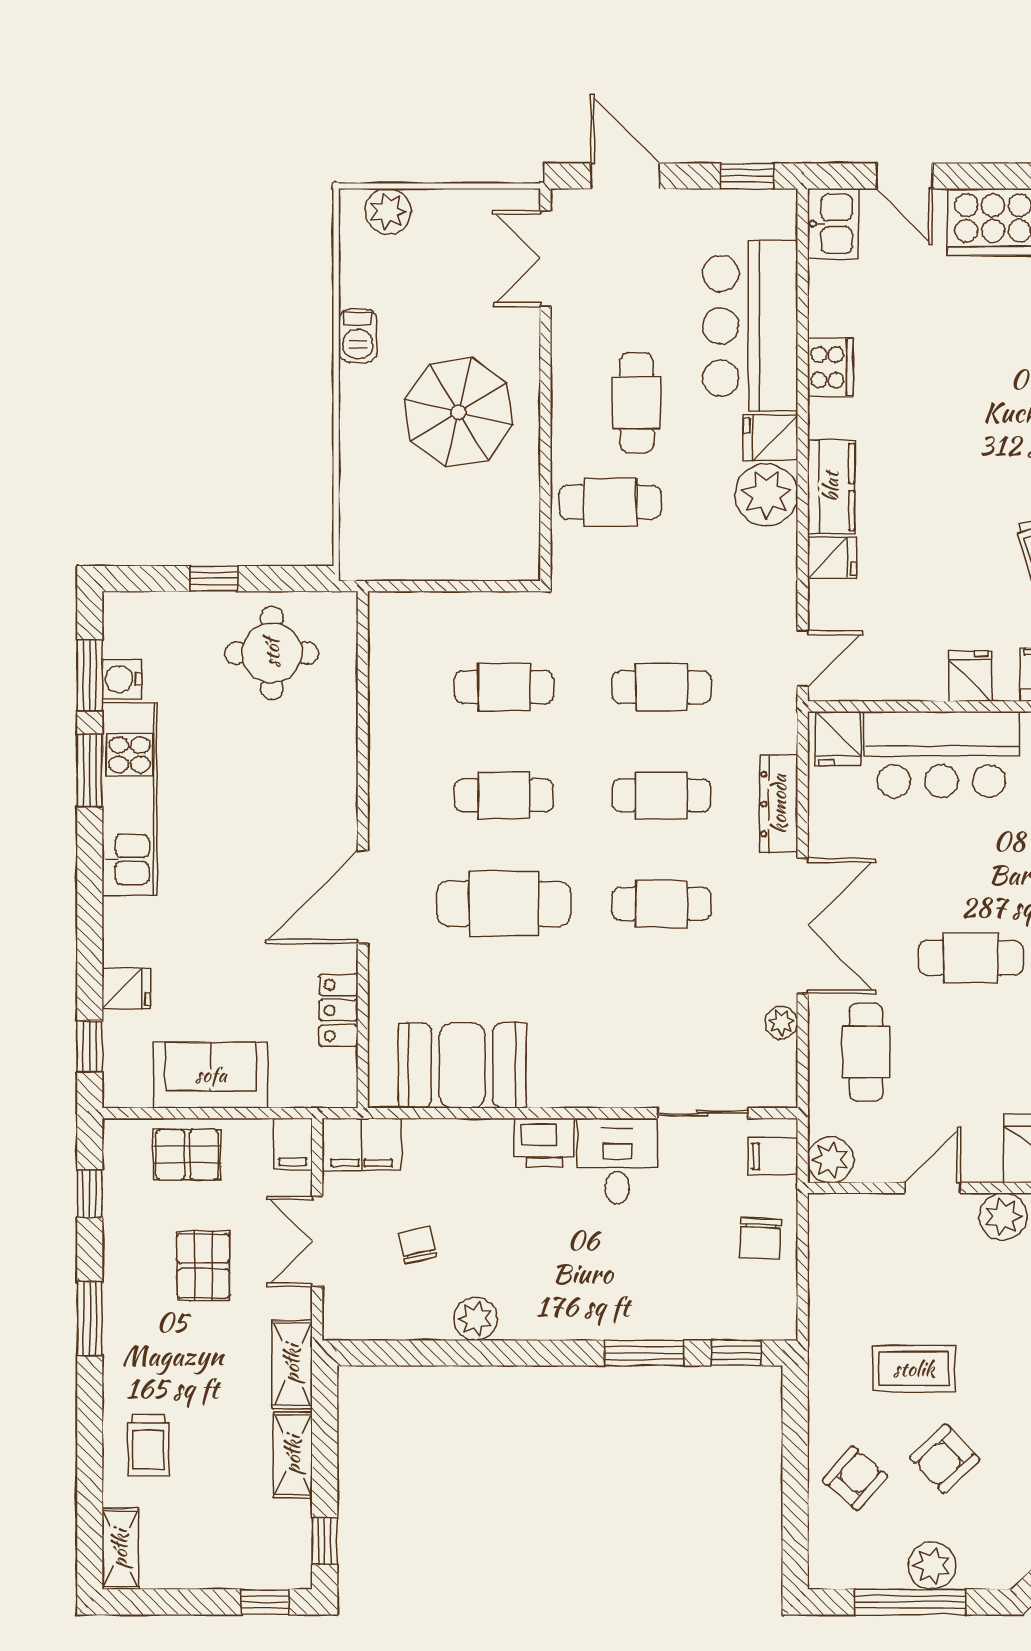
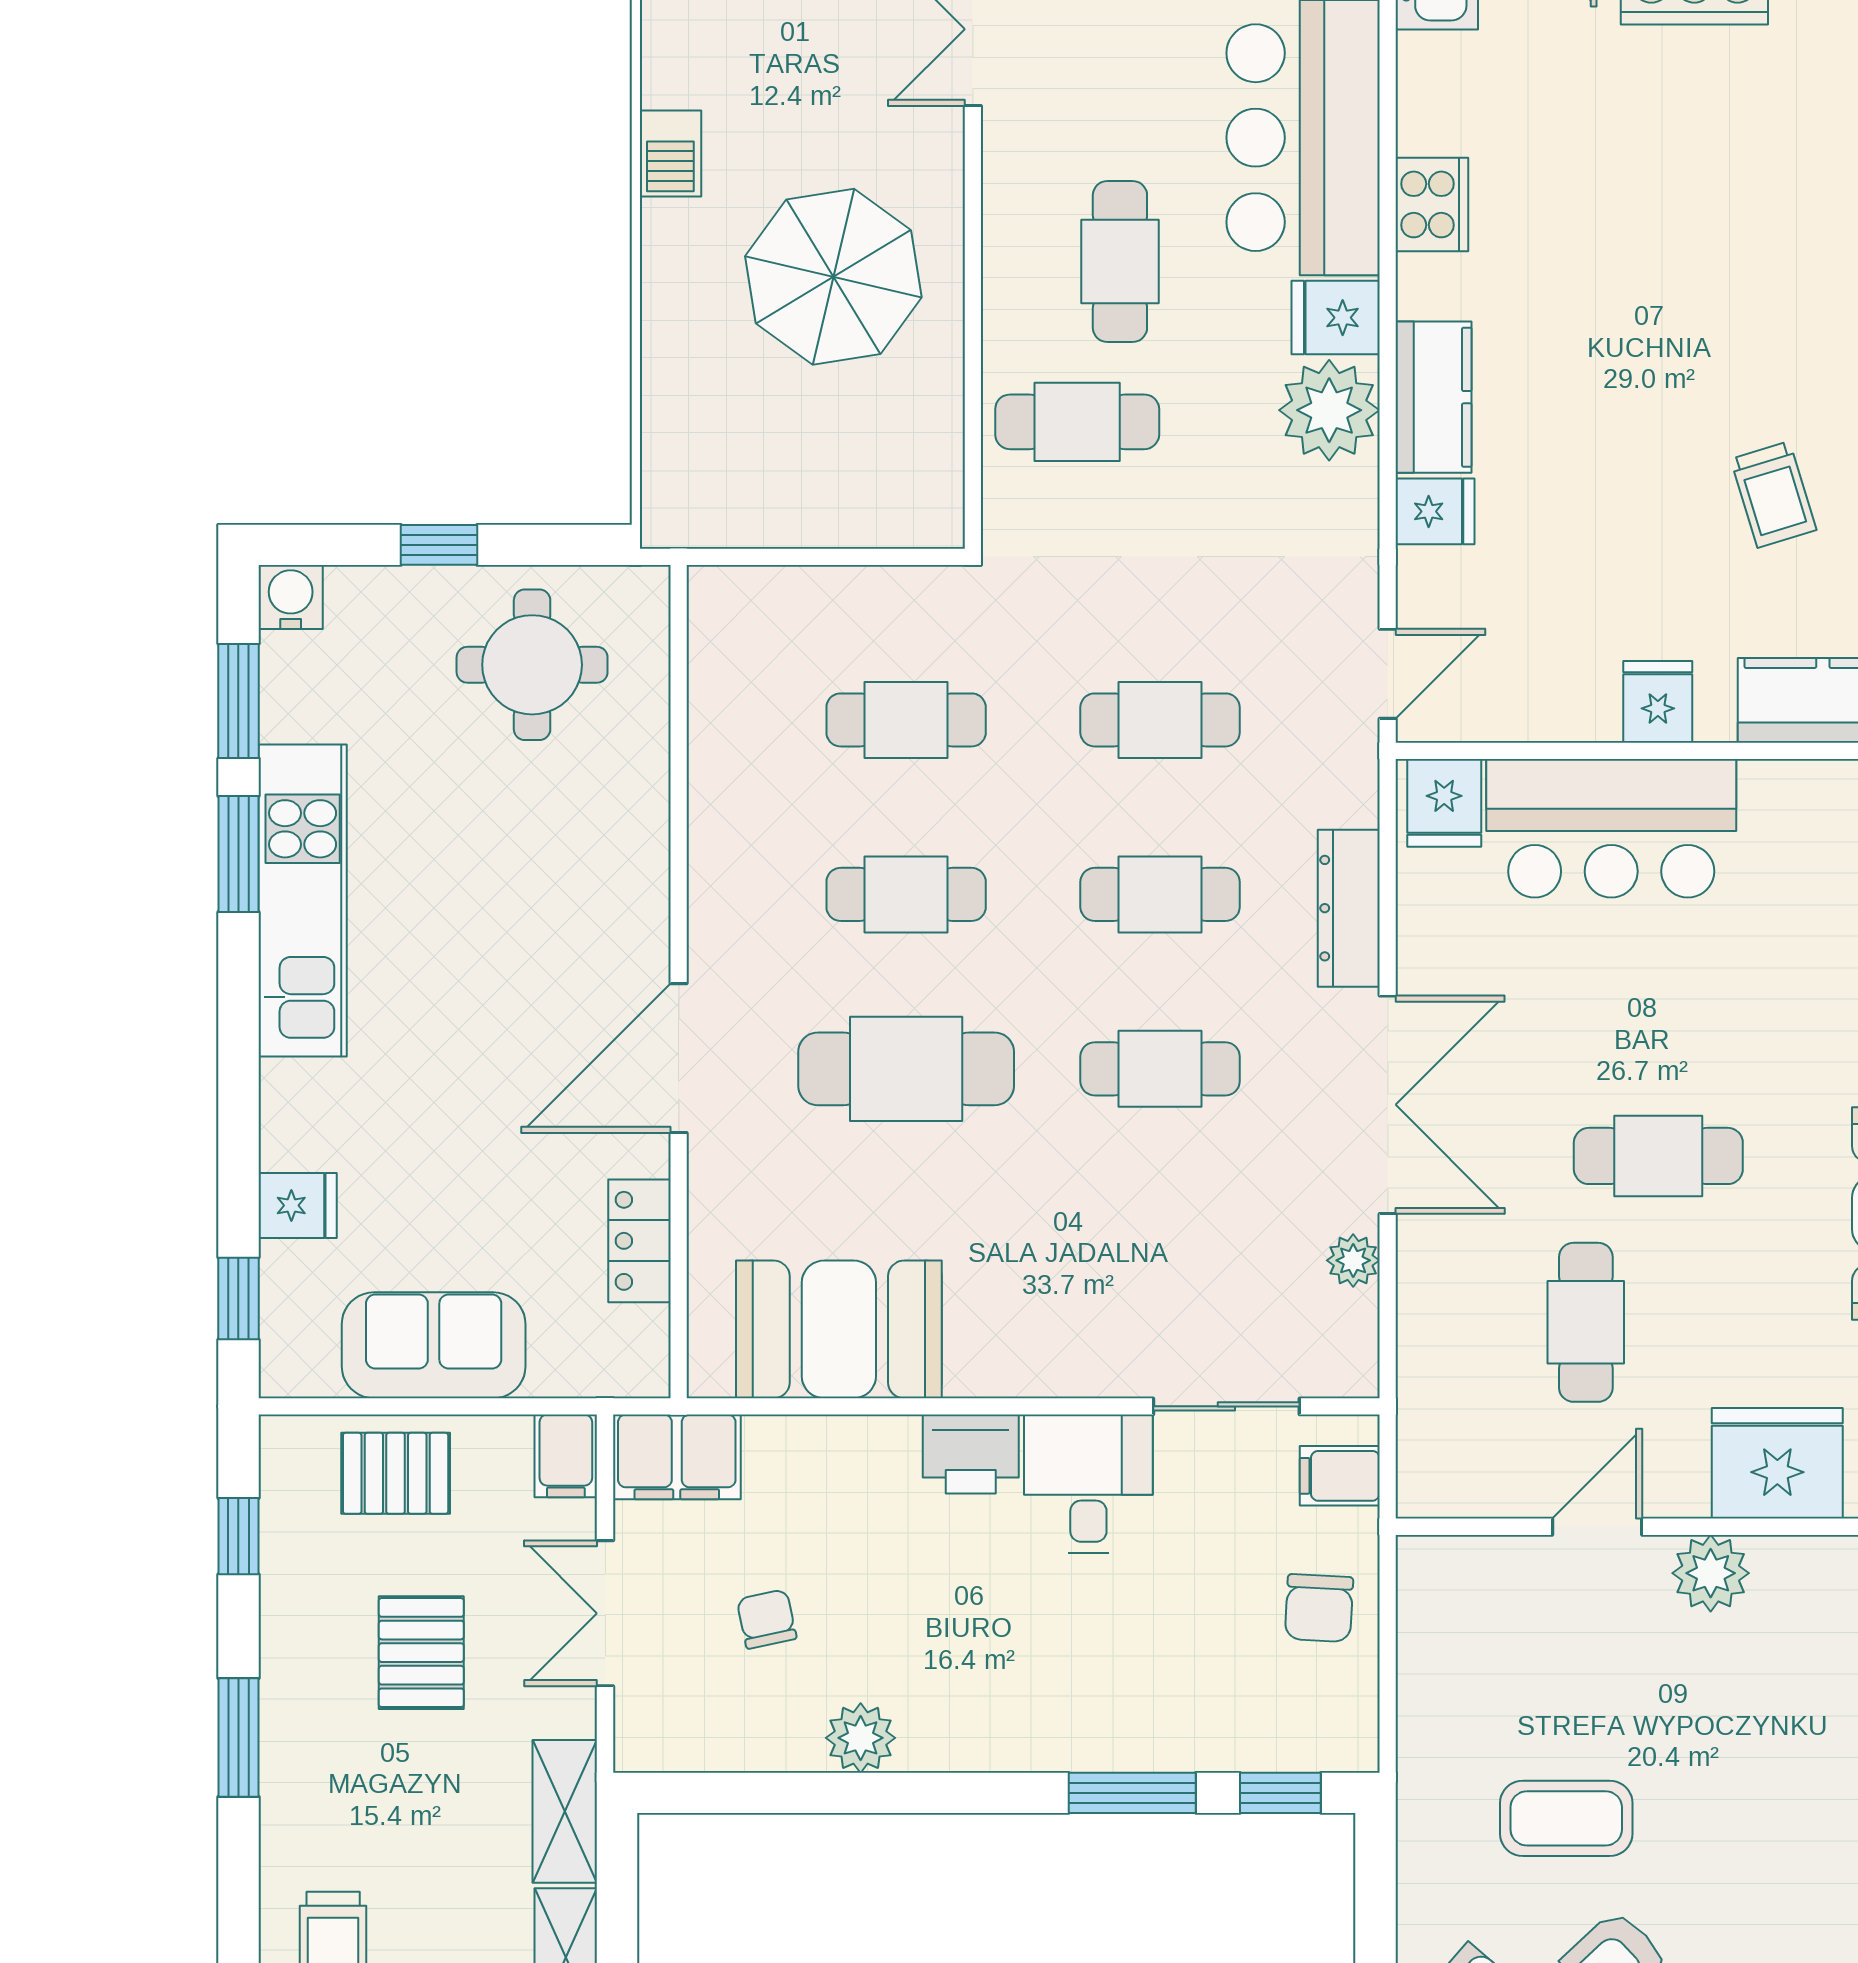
water cooler: (122, 679) -> (291, 597), moved, turned 90
cafe table: (866, 1052) -> (1586, 1322), moved
plant: (831, 1160) -> (1433, 1482), removed

